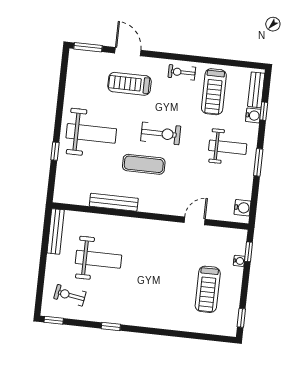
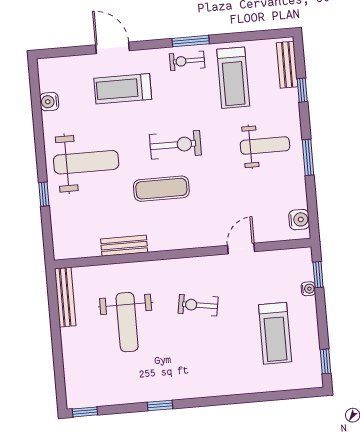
window: (88, 47) -> (191, 41), moved
water cooler: (253, 115) -> (49, 102), moved, turned 180
bench: (114, 202) -> (124, 246), width x0.73
weight bench: (98, 259) -> (127, 322), turned 90
exercise bike: (70, 295) -> (198, 305), moved

